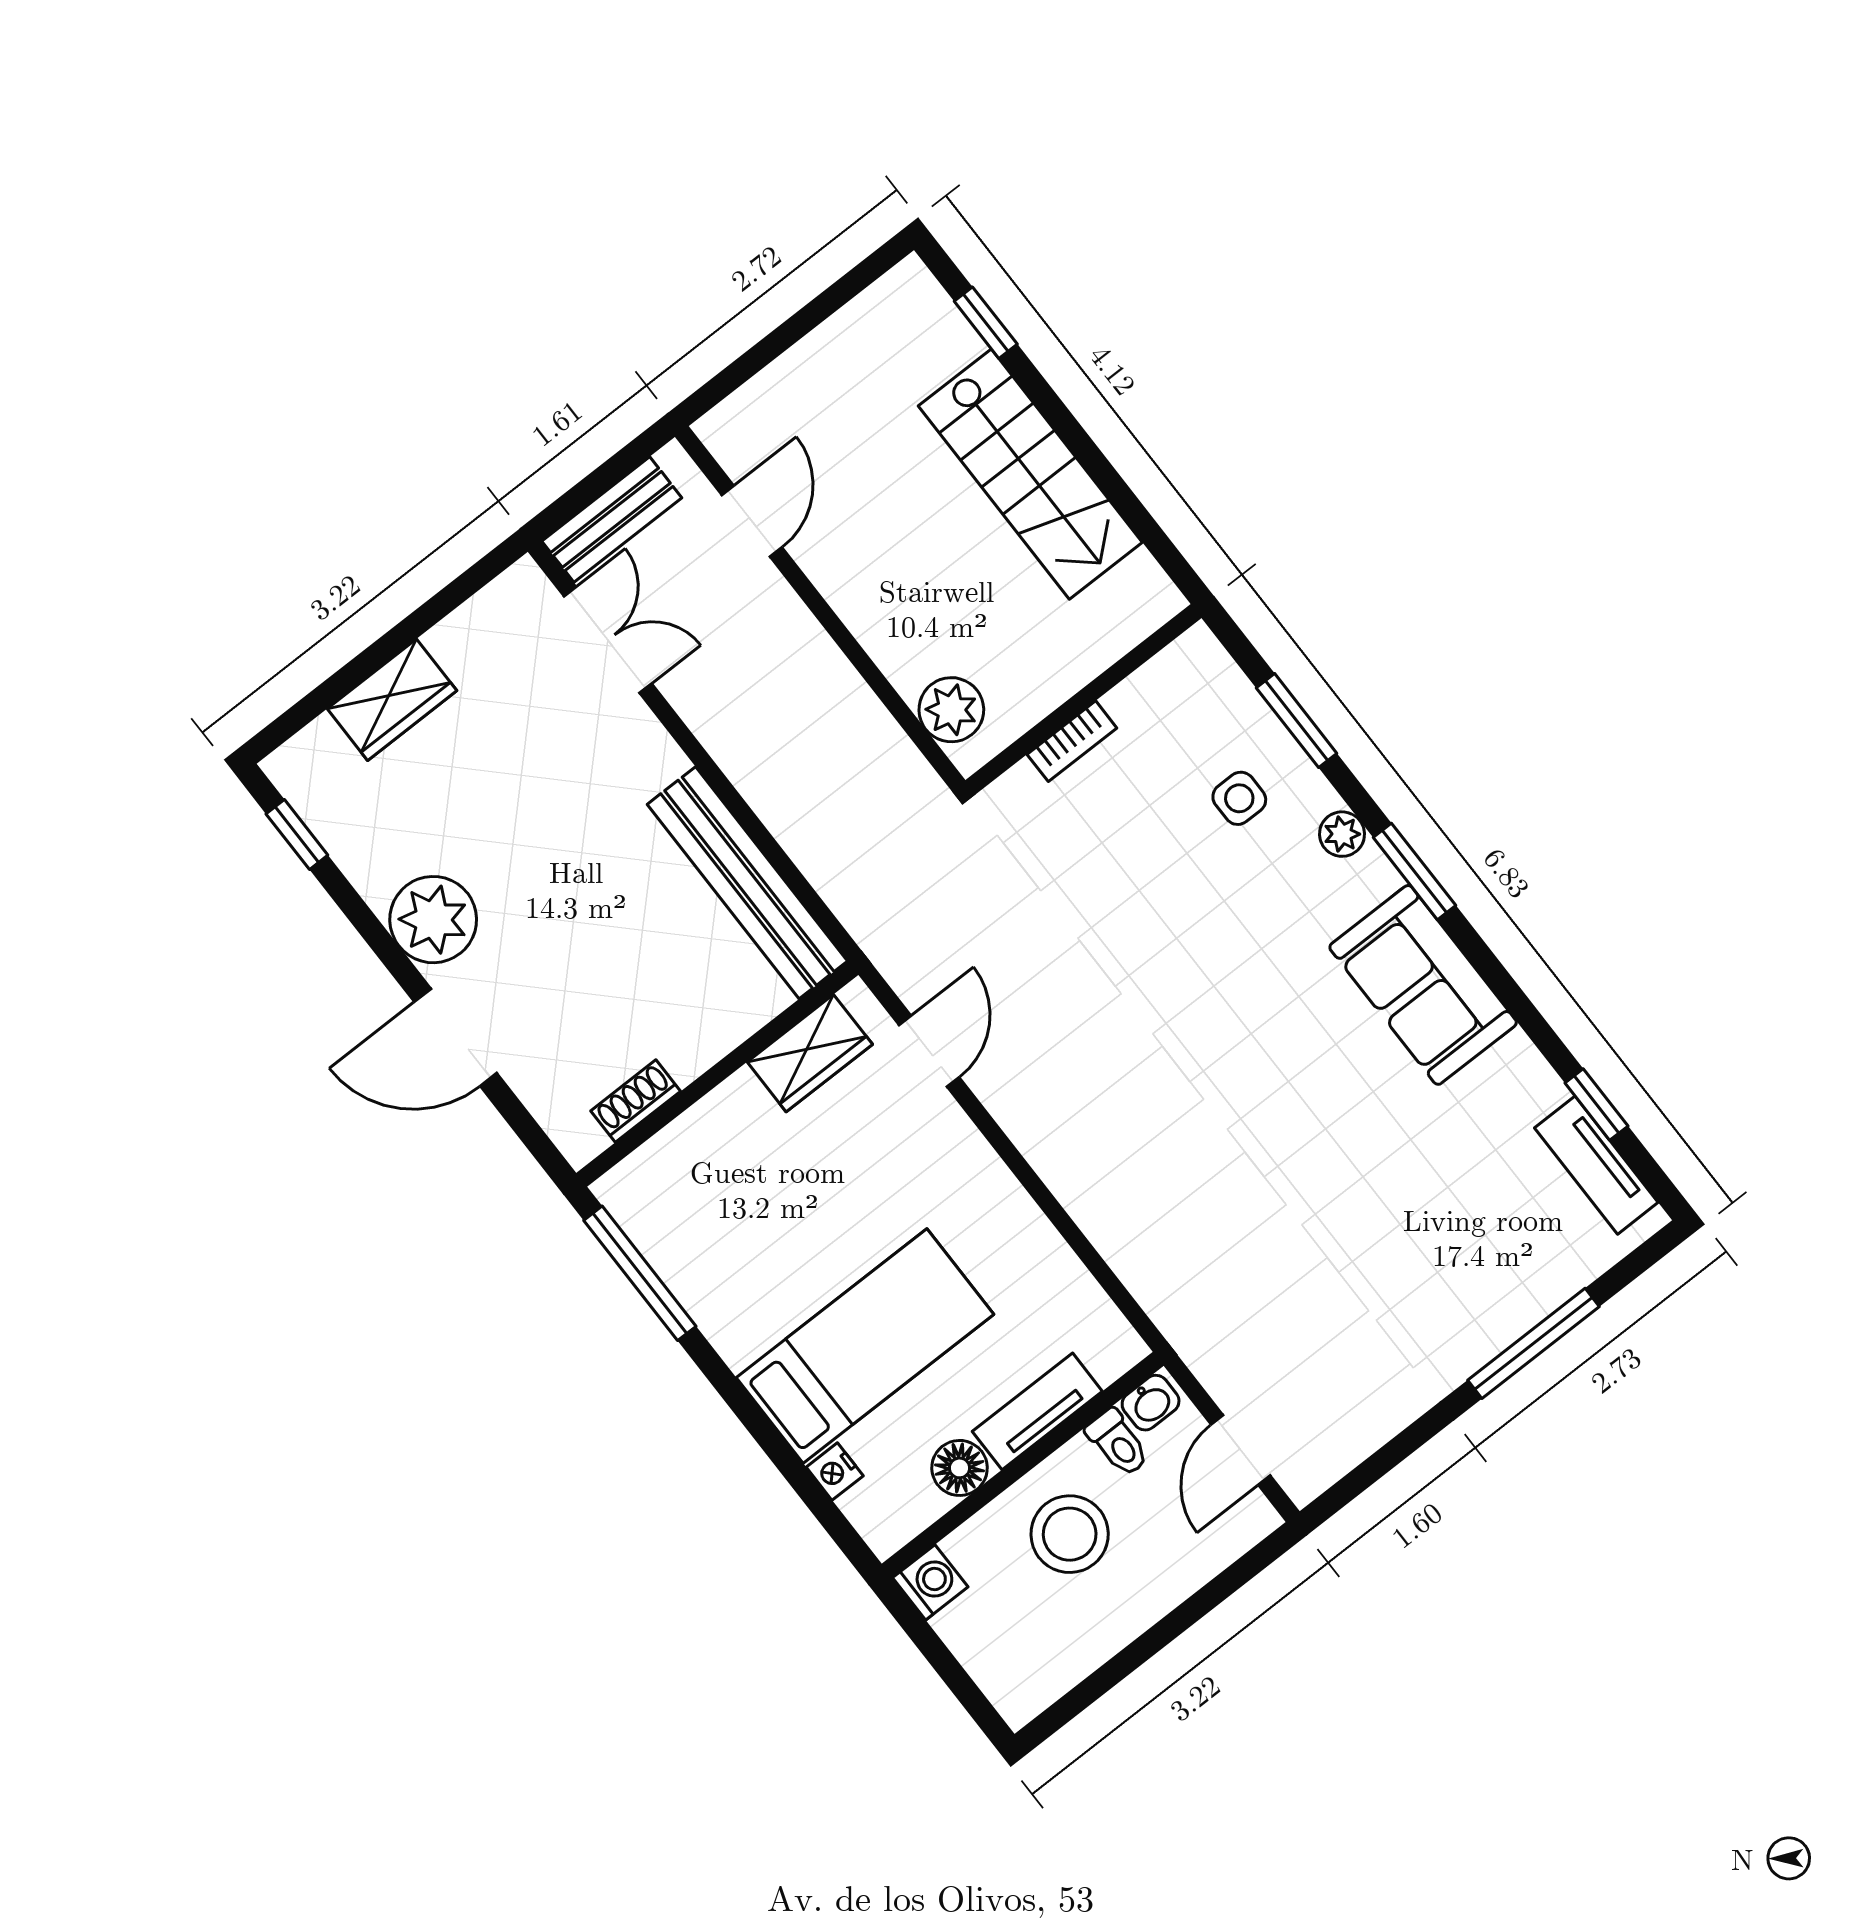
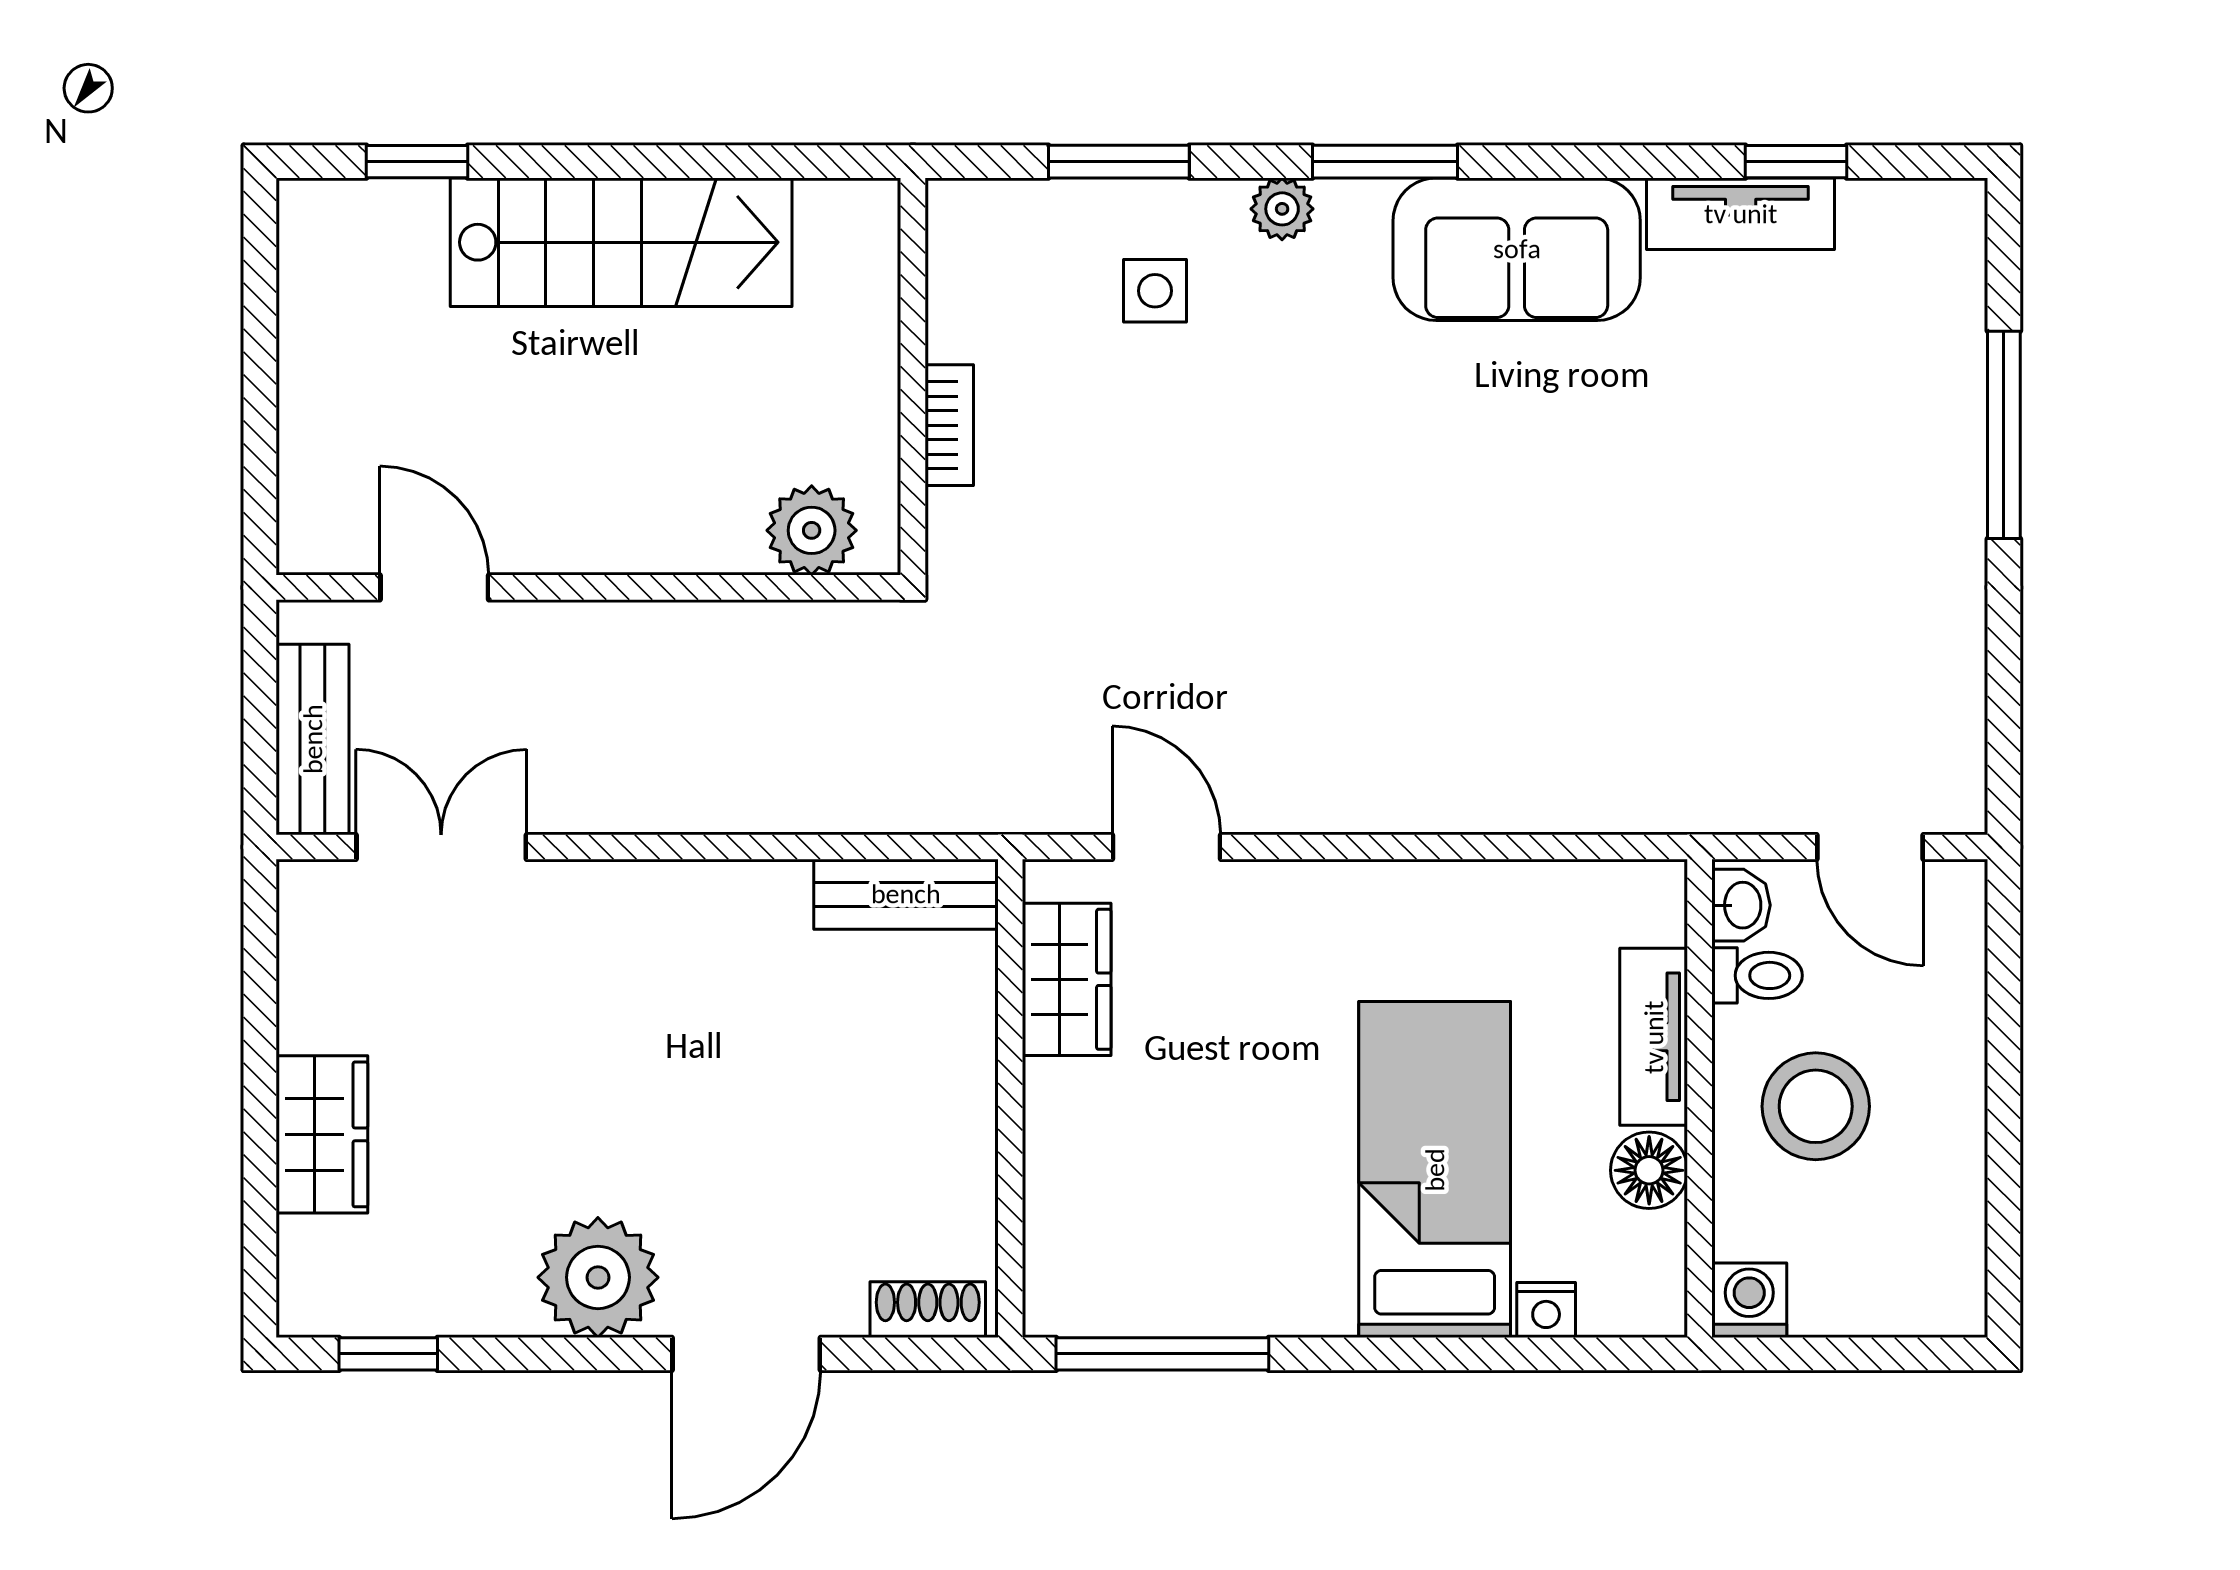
bench: (747, 883) -> (906, 894), width x0.54, depth x0.82
shoe rack: (636, 1101) -> (928, 1310), moved, turned 90
tv unit: (1596, 1165) -> (1741, 214), moved

